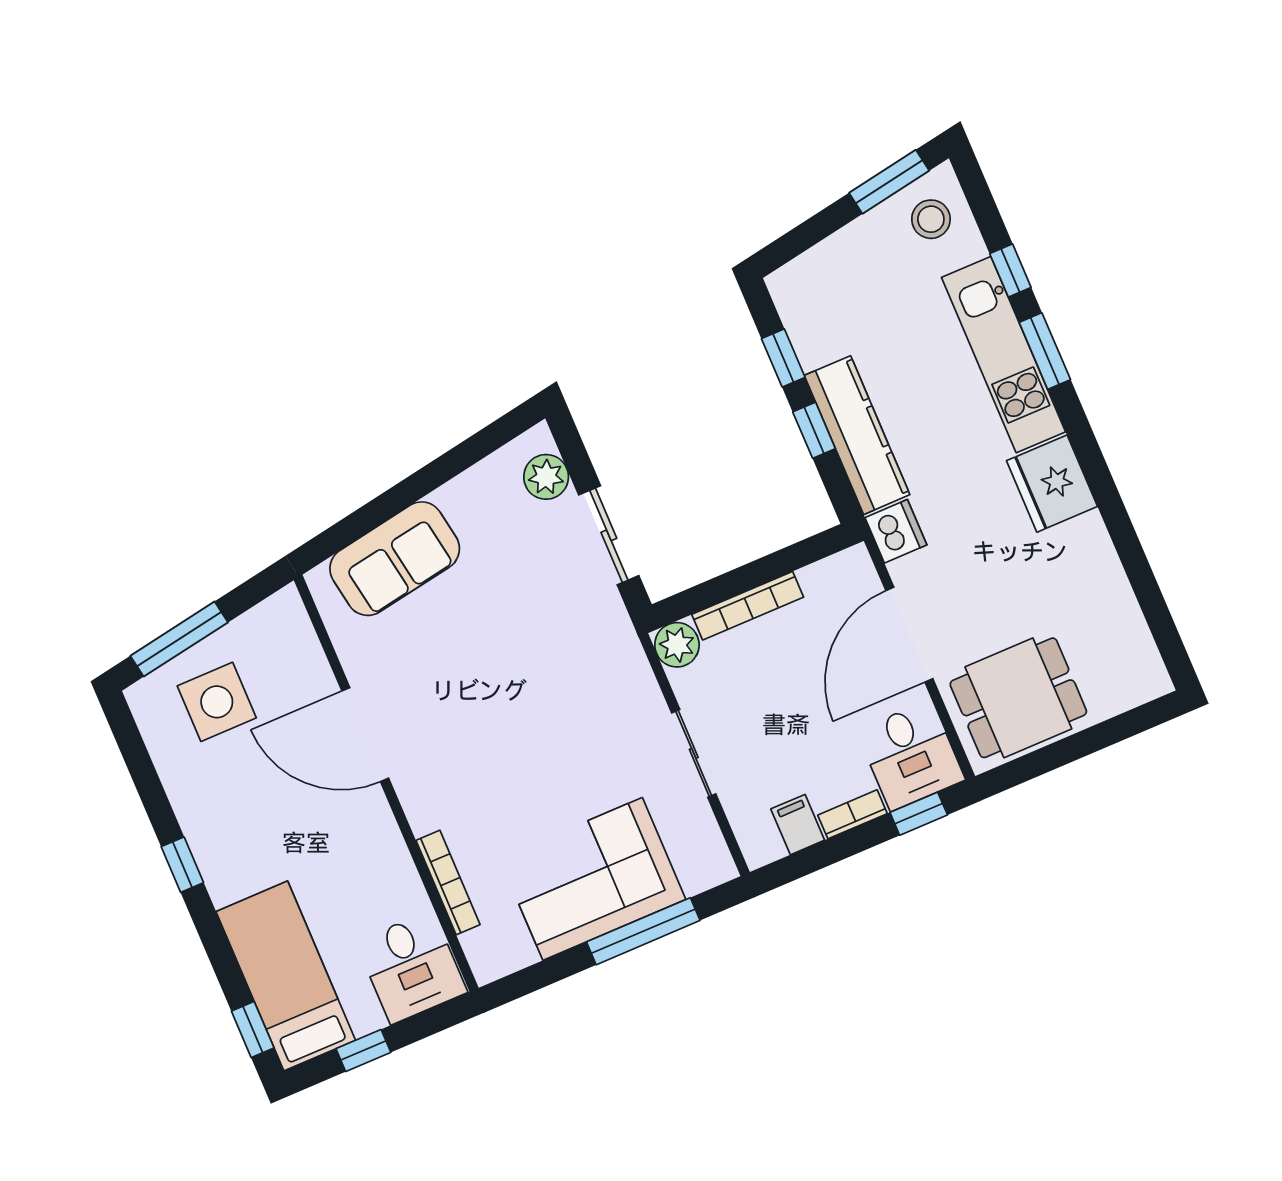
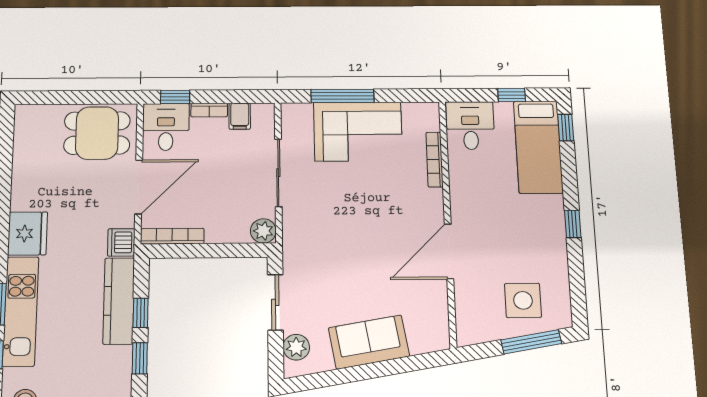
sofa: (395, 559) -> (369, 342), moved
bookcase: (748, 606) -> (172, 236), moved
door: (365, 735) -> (449, 251), swing flipped
sliding door: (694, 753) -> (278, 173), width x1.37

